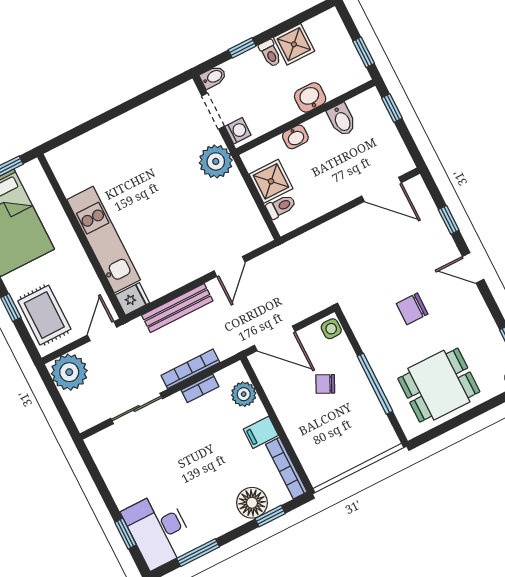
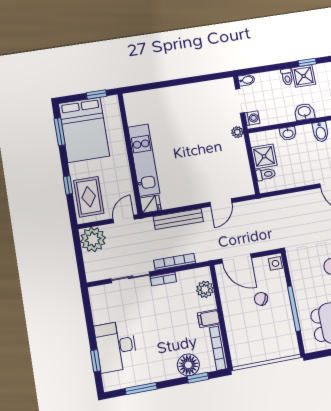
window: (242, 48) -> (307, 62), moved
plant: (216, 161) -> (237, 132), width x0.53, depth x0.53
bookcase: (200, 388) -> (163, 279), moved
desk: (158, 530) -> (116, 346), moved

